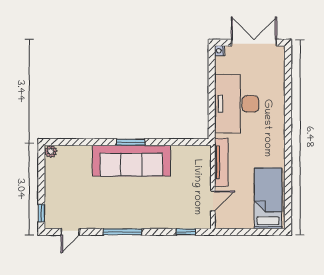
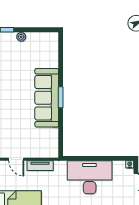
plant: (51, 151) -> (21, 37), moved
tv unit: (221, 162) -> (40, 166), width x0.71

